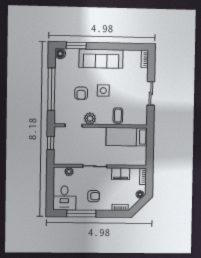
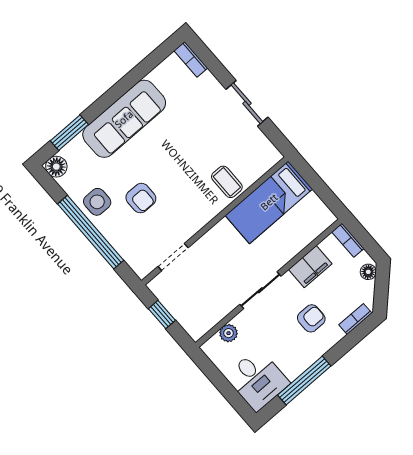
side table: (103, 91) -> (97, 202), moved
plant: (90, 118) -> (188, 224), removed
armchair: (94, 196) -> (311, 318), moved

